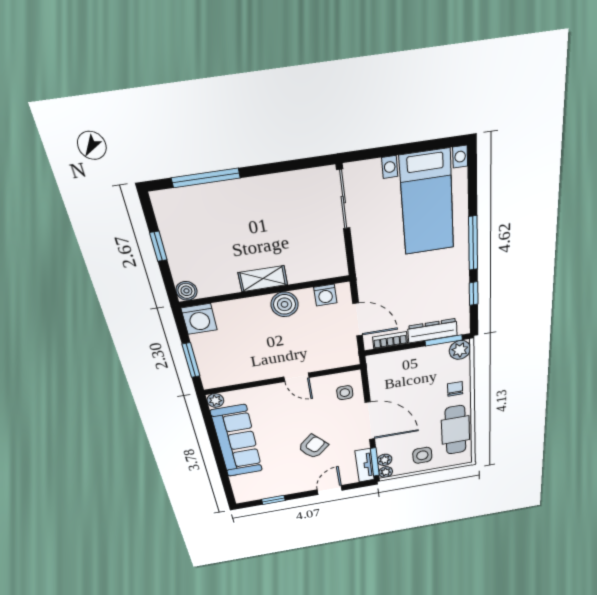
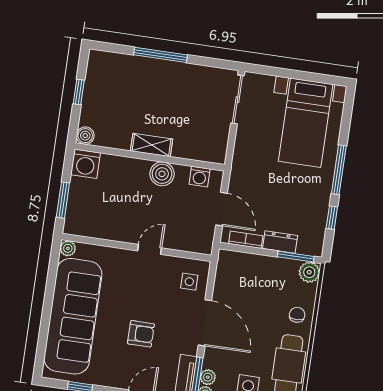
window: (206, 178) -> (160, 55), moved
dresser: (432, 331) -> (280, 242), width x0.70
door: (296, 377) -> (149, 249), swing flipped
sofa: (237, 441) -> (73, 316), width x1.36, depth x1.27
armchair: (313, 447) -> (141, 334), turned 43

